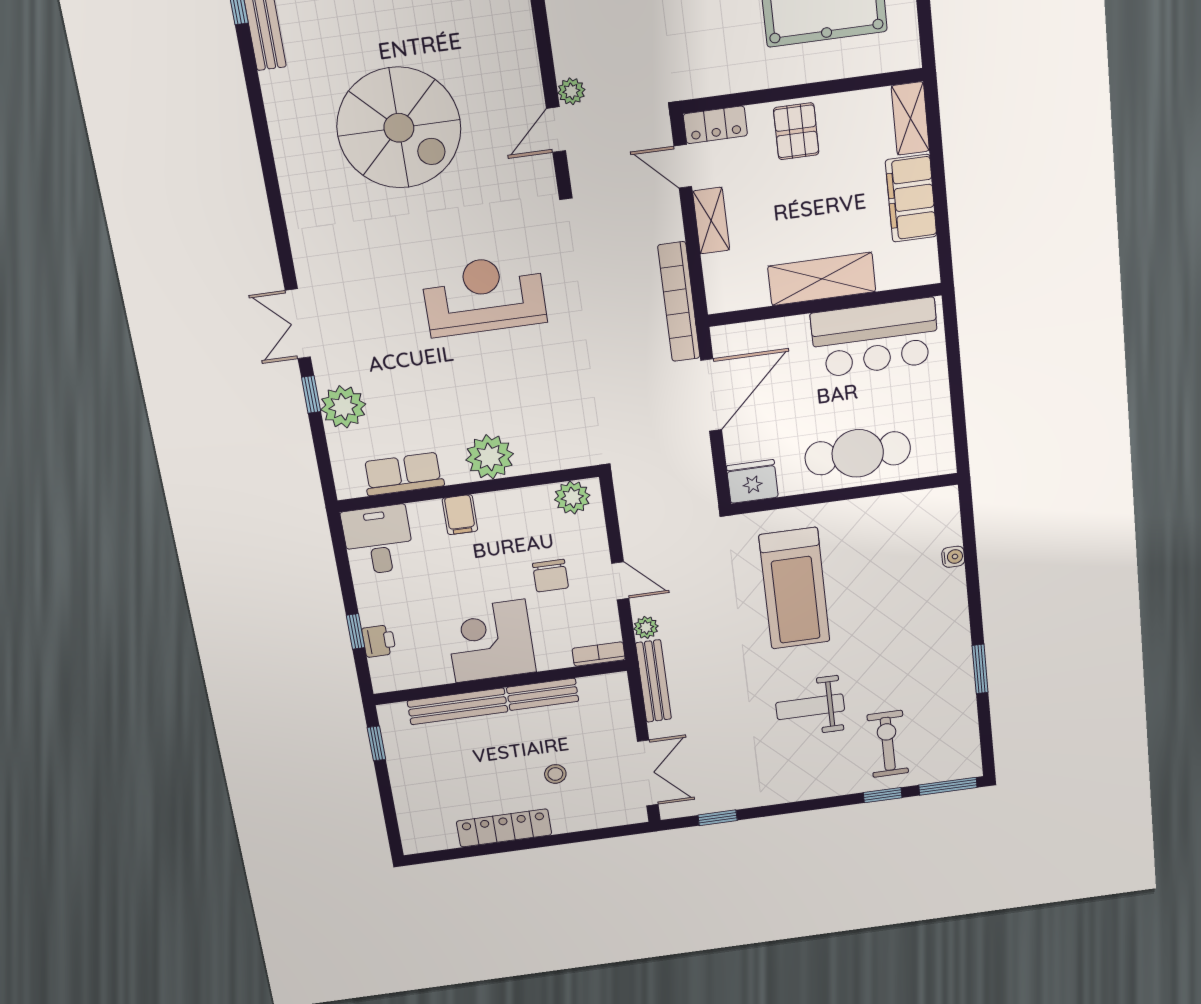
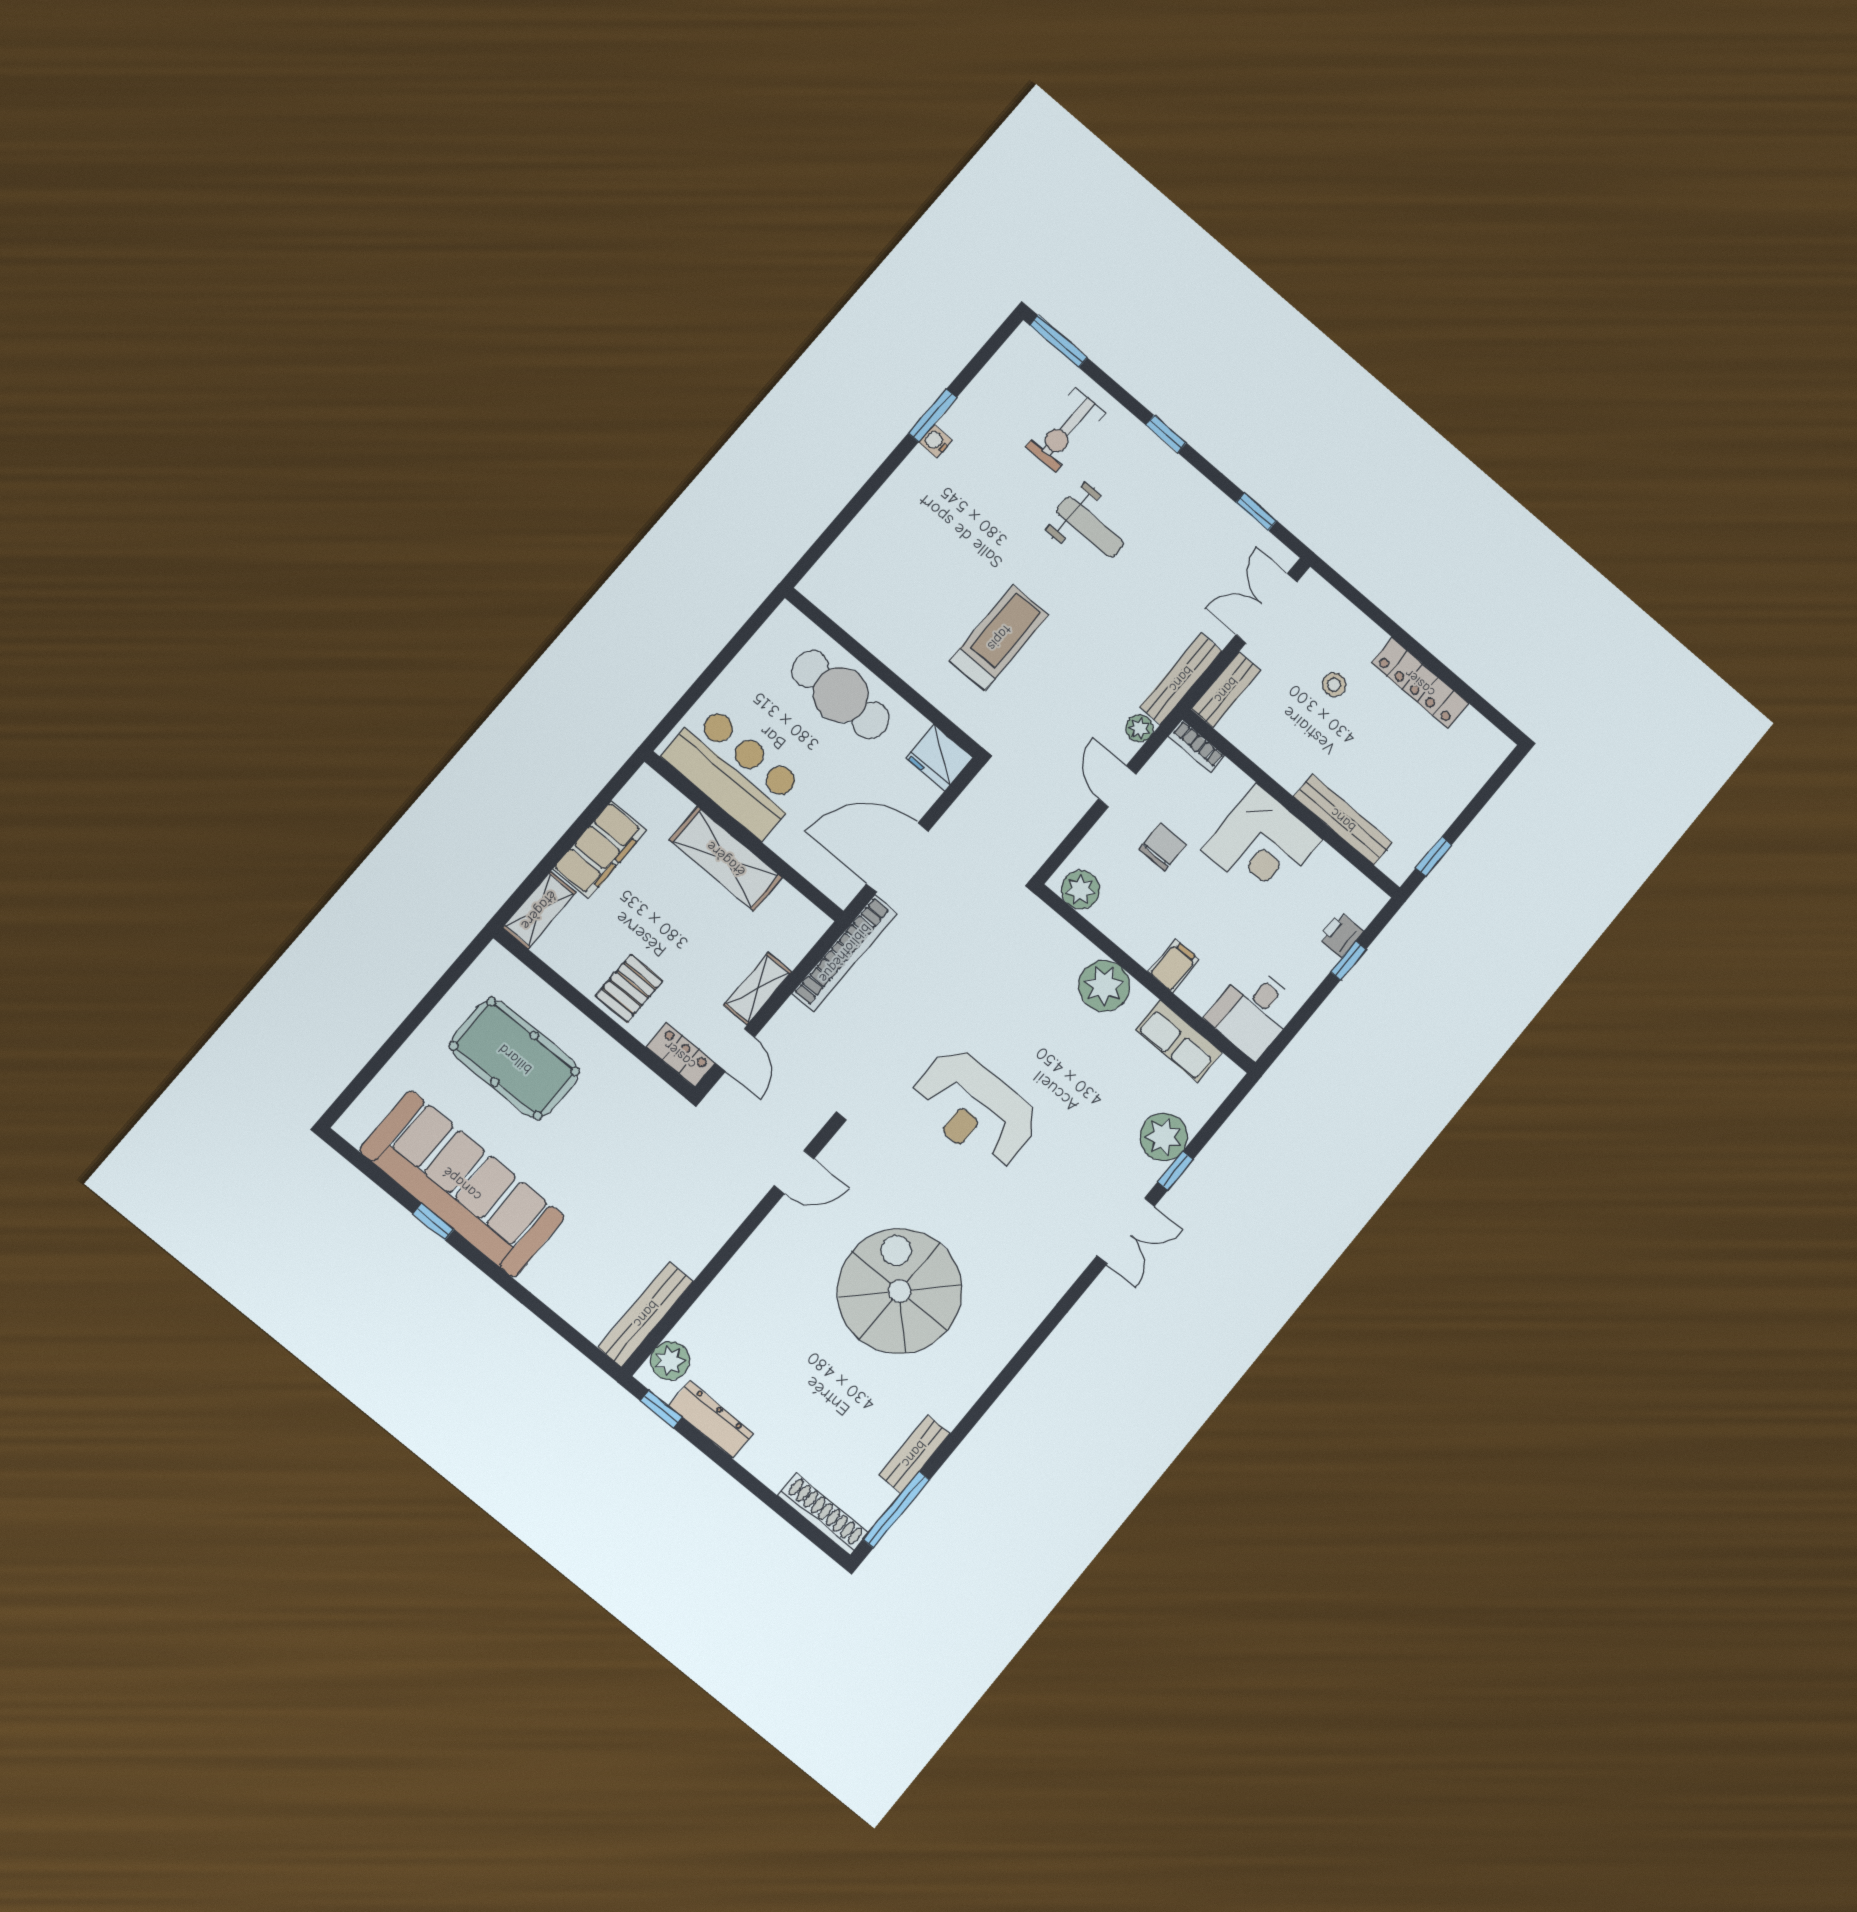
plant: (571, 91) -> (754, 1187), removed
water cooler: (953, 557) -> (935, 441), moved
treadmill: (794, 588) -> (999, 638), width x0.73, depth x0.73
bench: (543, 694) -> (1226, 690), moved, turned 90
window: (883, 795) -> (1166, 434), moved

